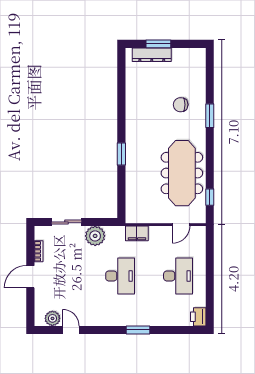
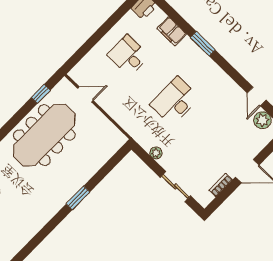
filing cabinet: (137, 233) -> (172, 31), moved, turned 180
plant: (95, 236) -> (156, 153), width x0.53, depth x0.53
desk: (178, 276) -> (128, 55), width x0.73

